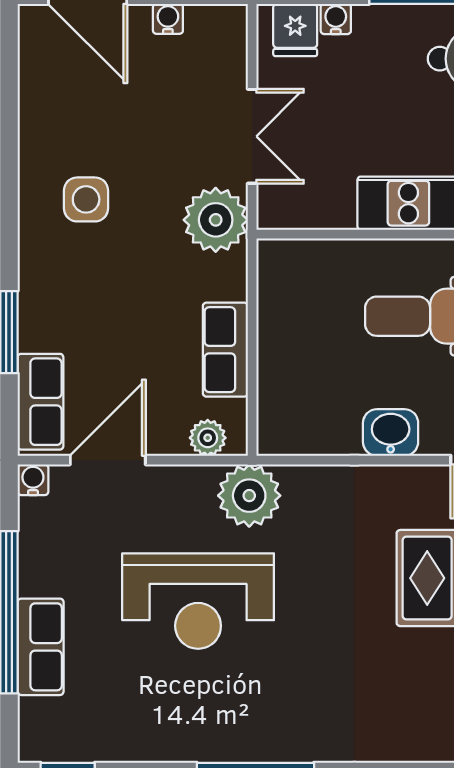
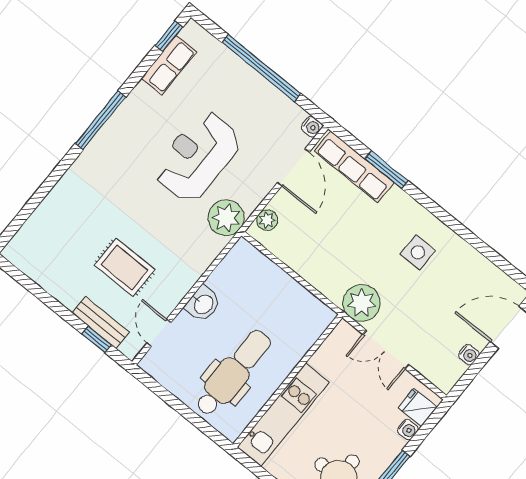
row of seats: (225, 350) -> (300, 260), removed
row of seats: (40, 402) -> (354, 167), width x1.48
row of seats: (41, 647) -> (169, 65), moved, turned -90

